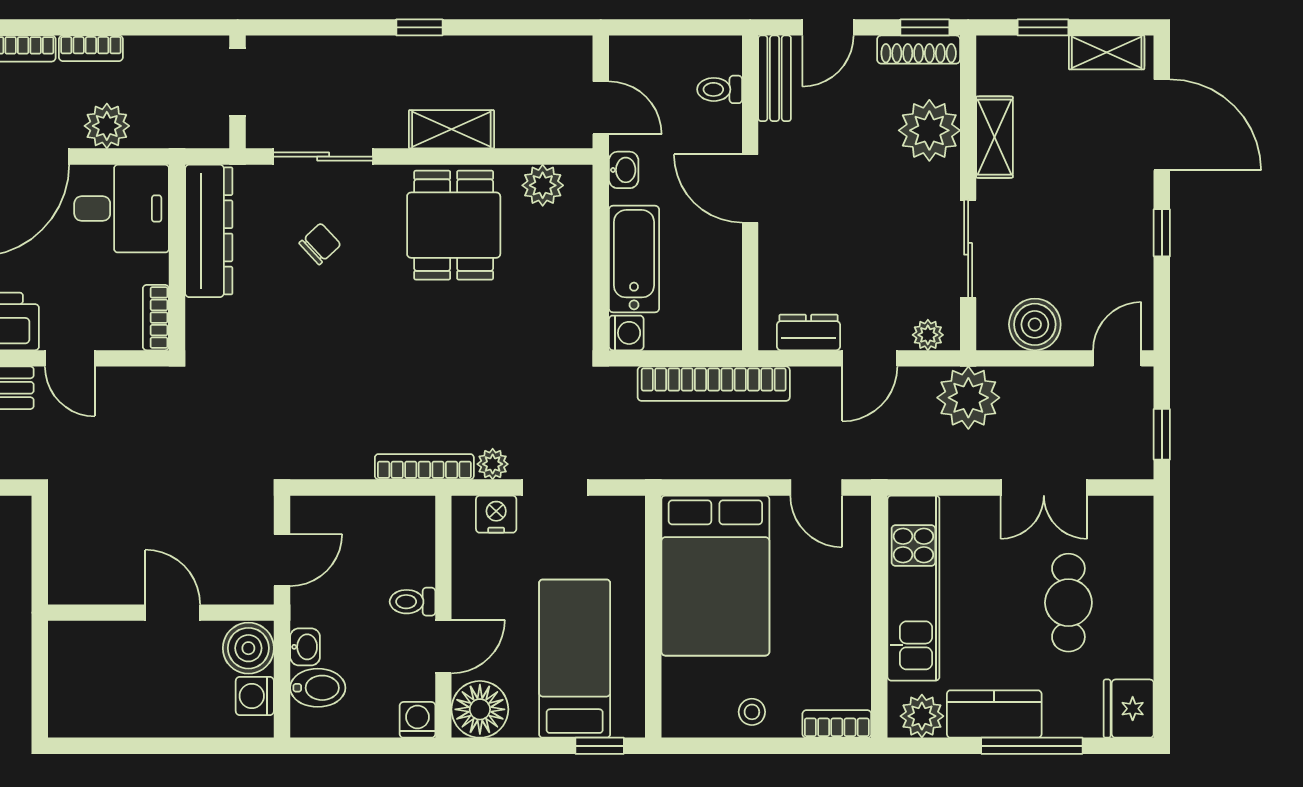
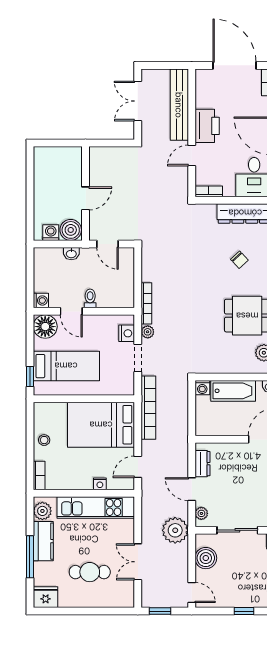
bookcase: (714, 384) -> (148, 408), moved, turned 180
nightstand: (857, 578) -> (100, 484), added
bidet: (318, 688) -> (54, 259), removed

